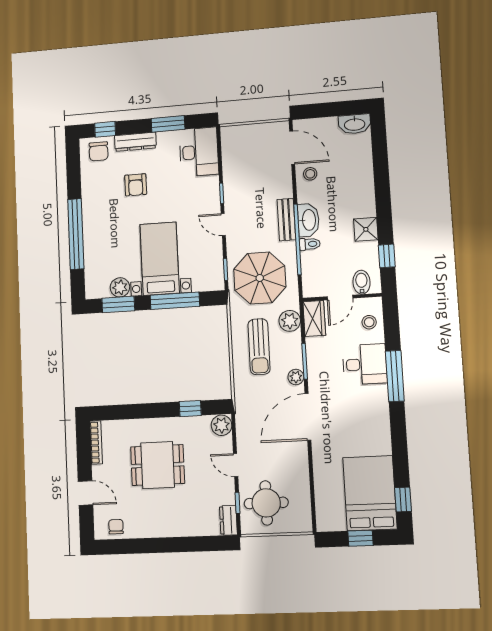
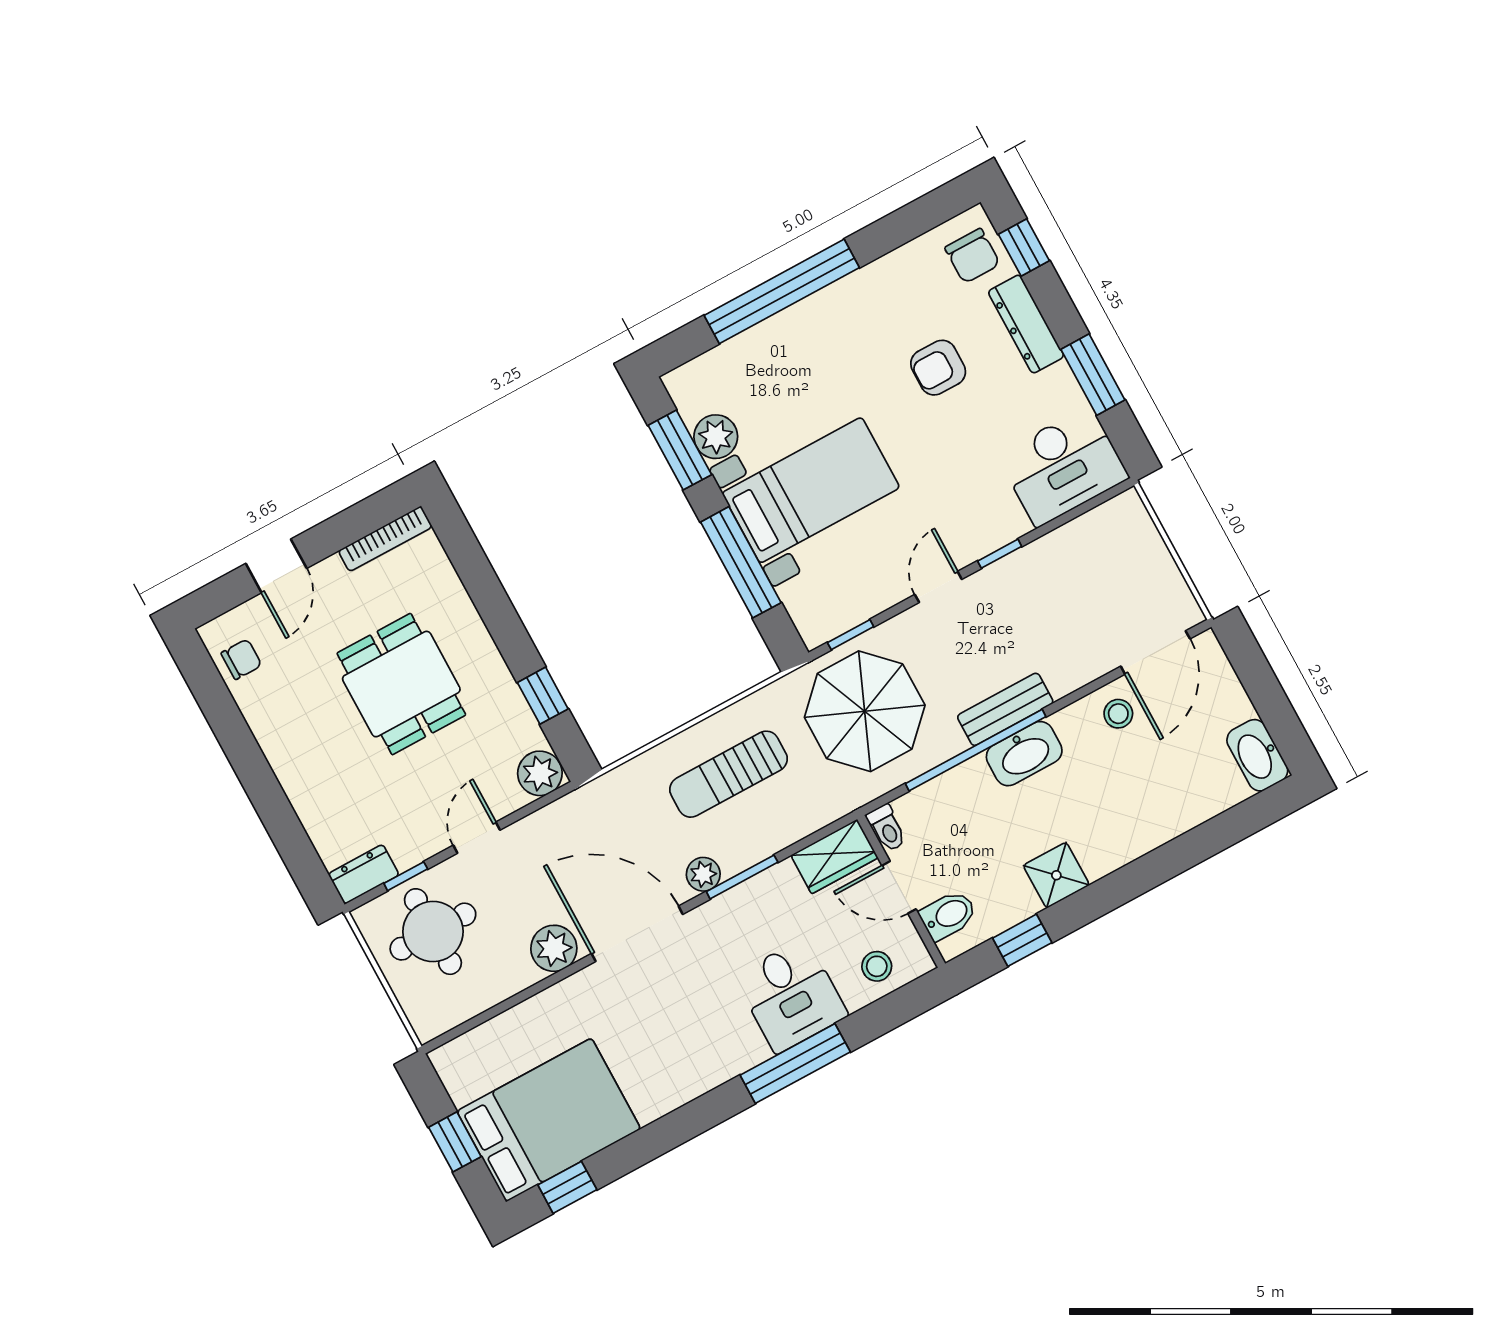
chair: (99, 151) -> (972, 256), turned -90
toilet: (310, 244) -> (887, 828), moved
plant: (290, 321) -> (554, 948), moved

